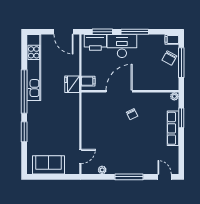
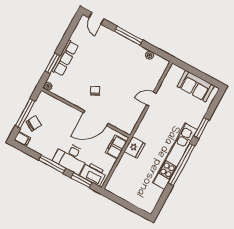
door: (63, 32) -> (117, 199), removed
kitchen unit: (34, 68) -> (175, 156), moved
filing cabinet: (88, 81) -> (116, 147), width x2.00
door: (80, 156) -> (151, 99), moved

